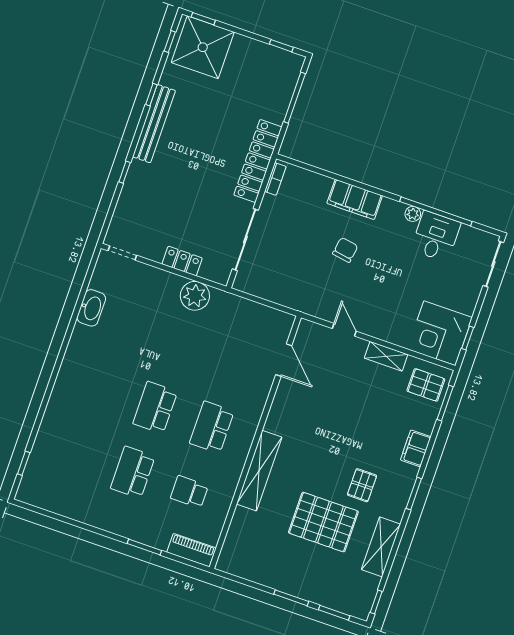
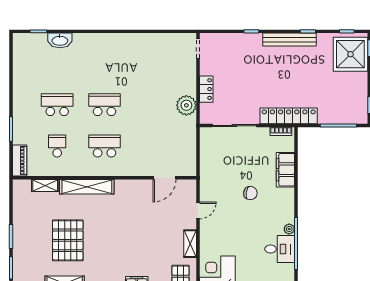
filing cabinet: (355, 199) -> (285, 170), moved
washbasin: (91, 308) -> (60, 40), moved
pallet: (362, 485) -> (101, 257), removed
shelving: (238, 527) -> (45, 185), added

